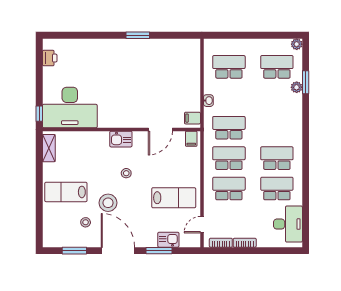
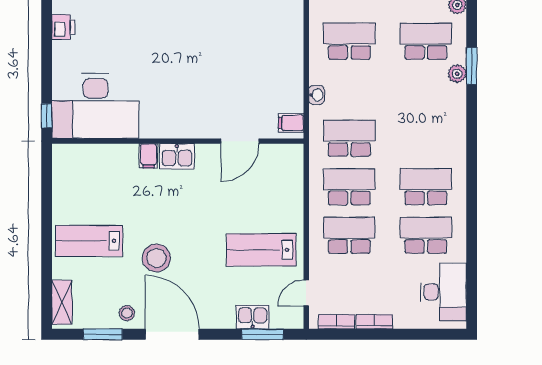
filing cabinet: (191, 139) -> (149, 156), moved
shelving: (49, 148) -> (62, 302), moved
stool: (126, 173) -> (185, 211), removed
lab bench: (174, 198) -> (261, 250), turned 180
stool: (86, 222) -> (127, 313), moved
window: (159, 251) -> (263, 334), moved

